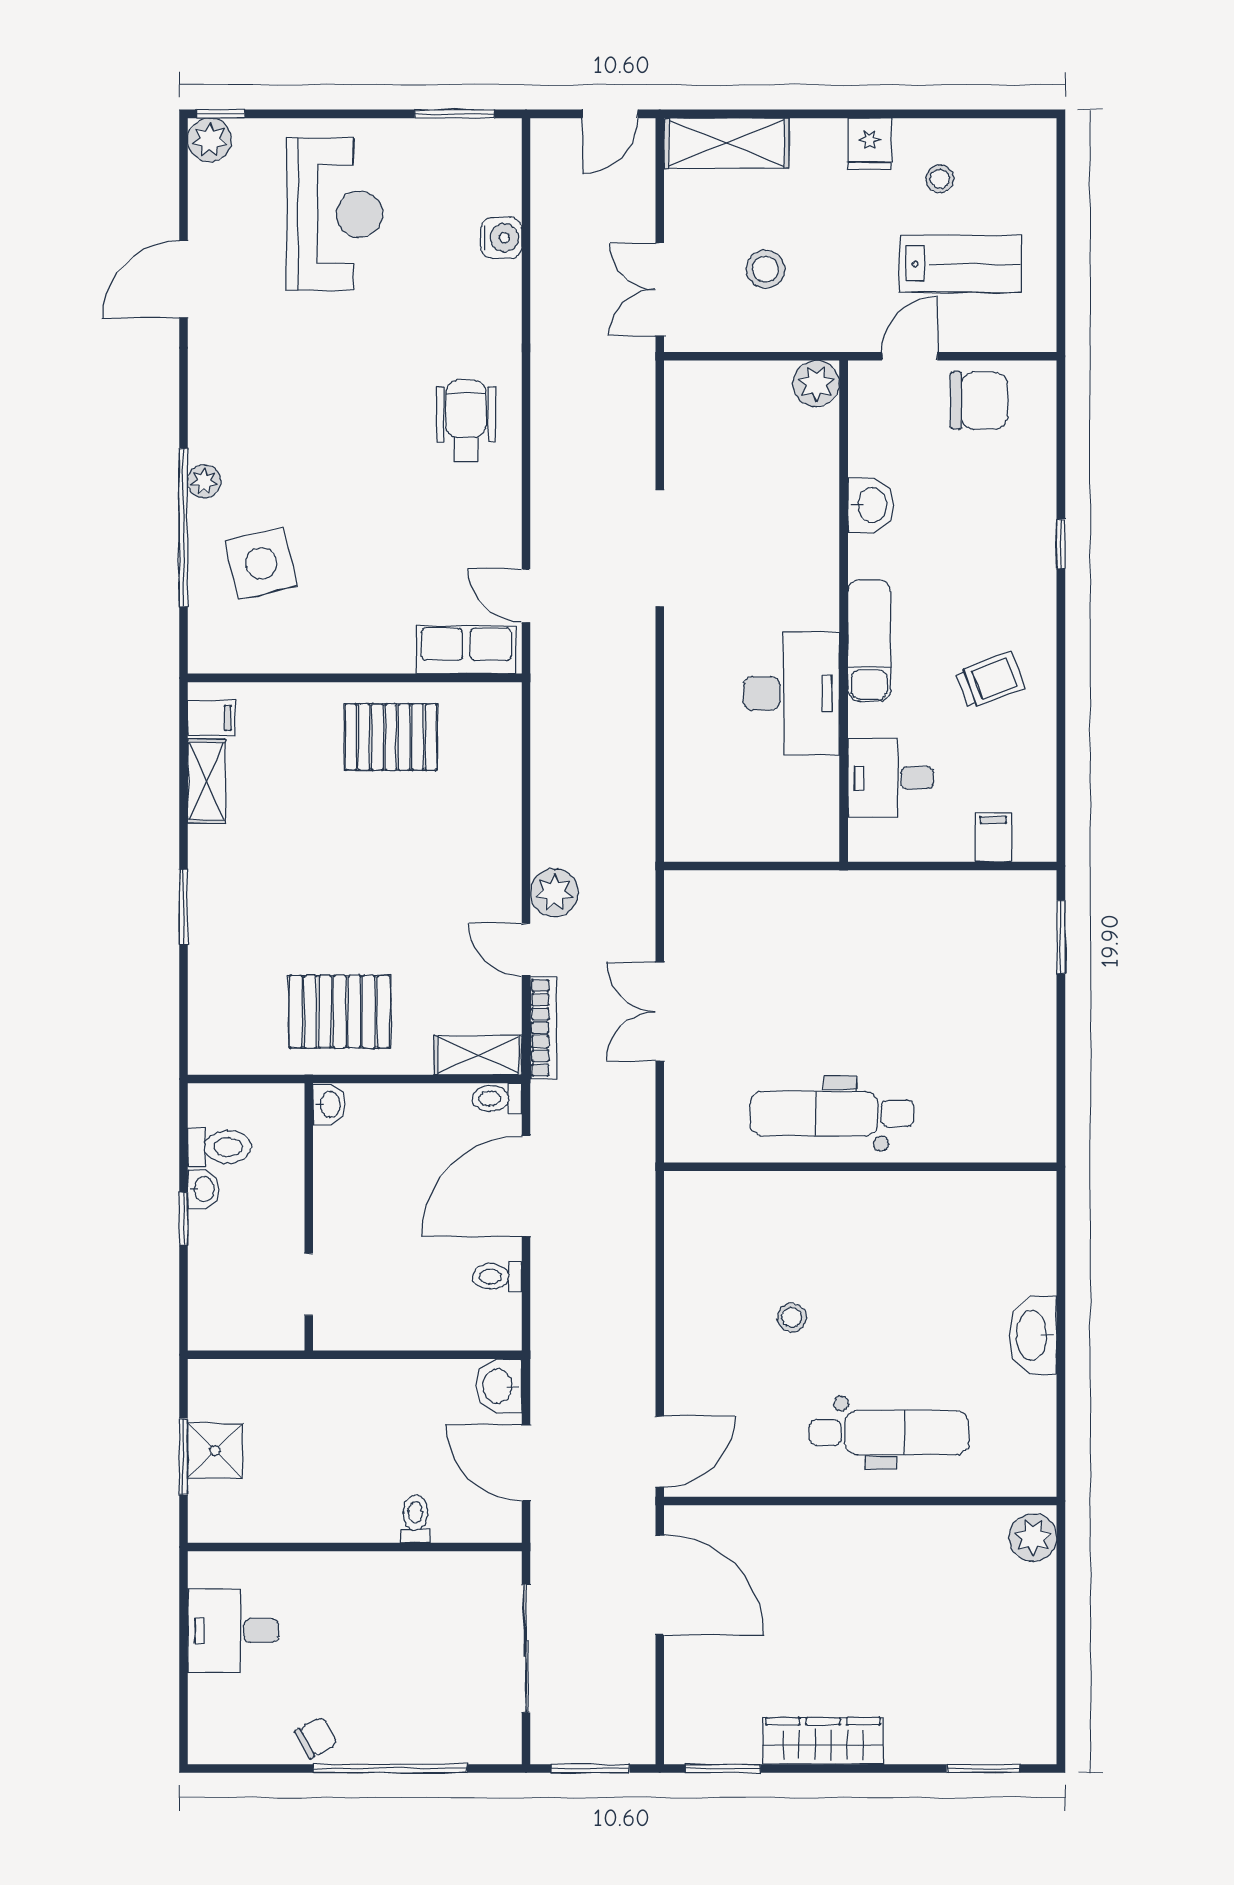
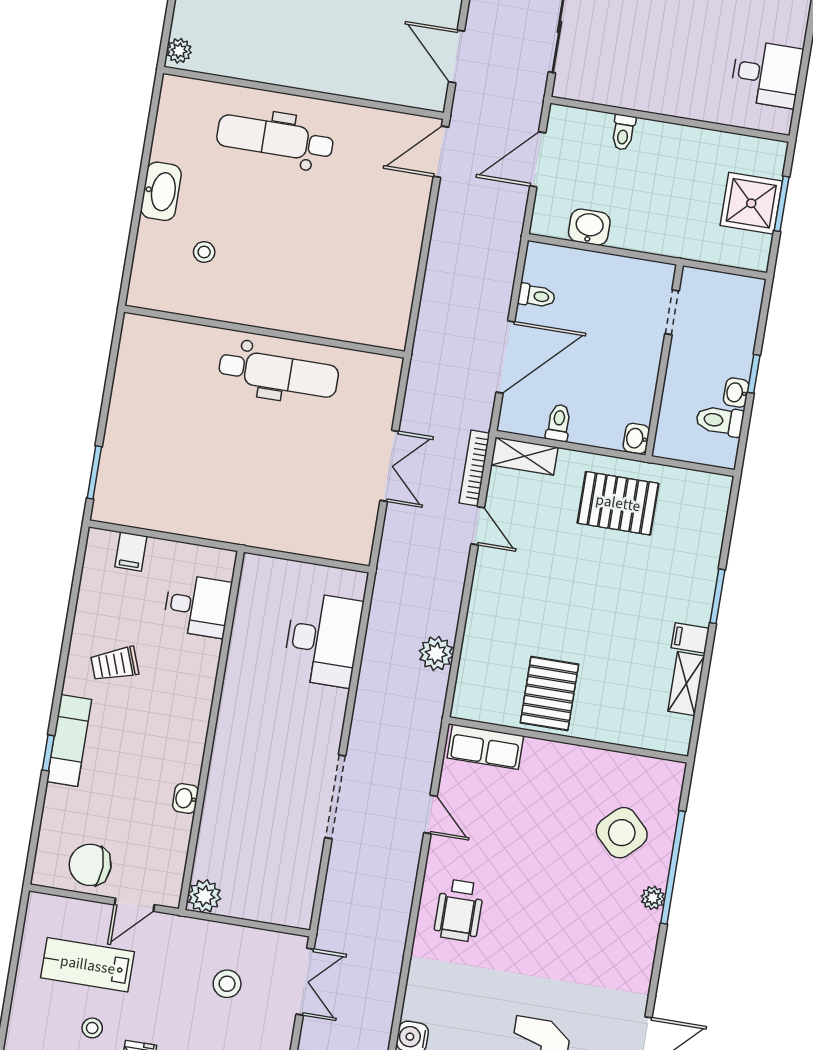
washbasin: (871, 505) -> (185, 798), width x0.72, depth x0.69
side table: (261, 563) -> (622, 833), turned -32
door: (526, 596) -> (430, 814), moved
exam couch: (869, 640) -> (69, 741), moved, turned 180
desk: (791, 693) -> (323, 640), moved, turned 180
filing cabinet: (211, 718) -> (690, 638), moved
pallet: (391, 737) -> (549, 694), turned 90
plant: (554, 893) -> (436, 653), moved
toilet: (497, 1099) -> (559, 423), moved, turned -90
stool: (792, 1318) -> (204, 252), moved
washbasin: (499, 1386) -> (589, 227), moved, turned -90
shower: (215, 1451) -> (751, 203), width x1.36, depth x1.36
door: (526, 1463) -> (538, 159), swing flipped
plant: (1033, 1537) -> (179, 51), width x0.73, depth x0.73
door: (660, 1585) -> (457, 57), width x0.73

